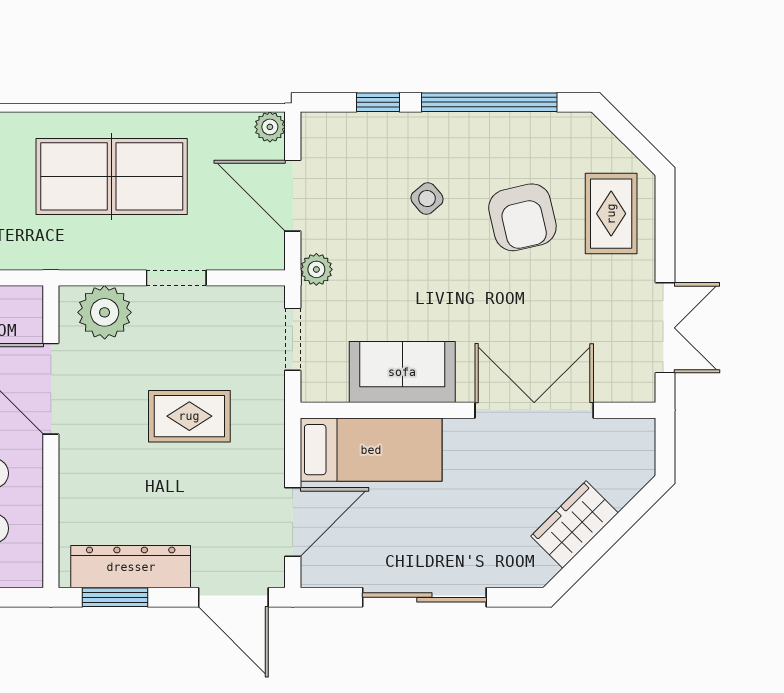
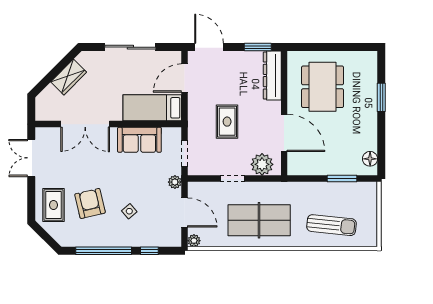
rug: (189, 416) -> (227, 122), turned 90
dresser: (131, 567) -> (272, 76), moved, turned 90

